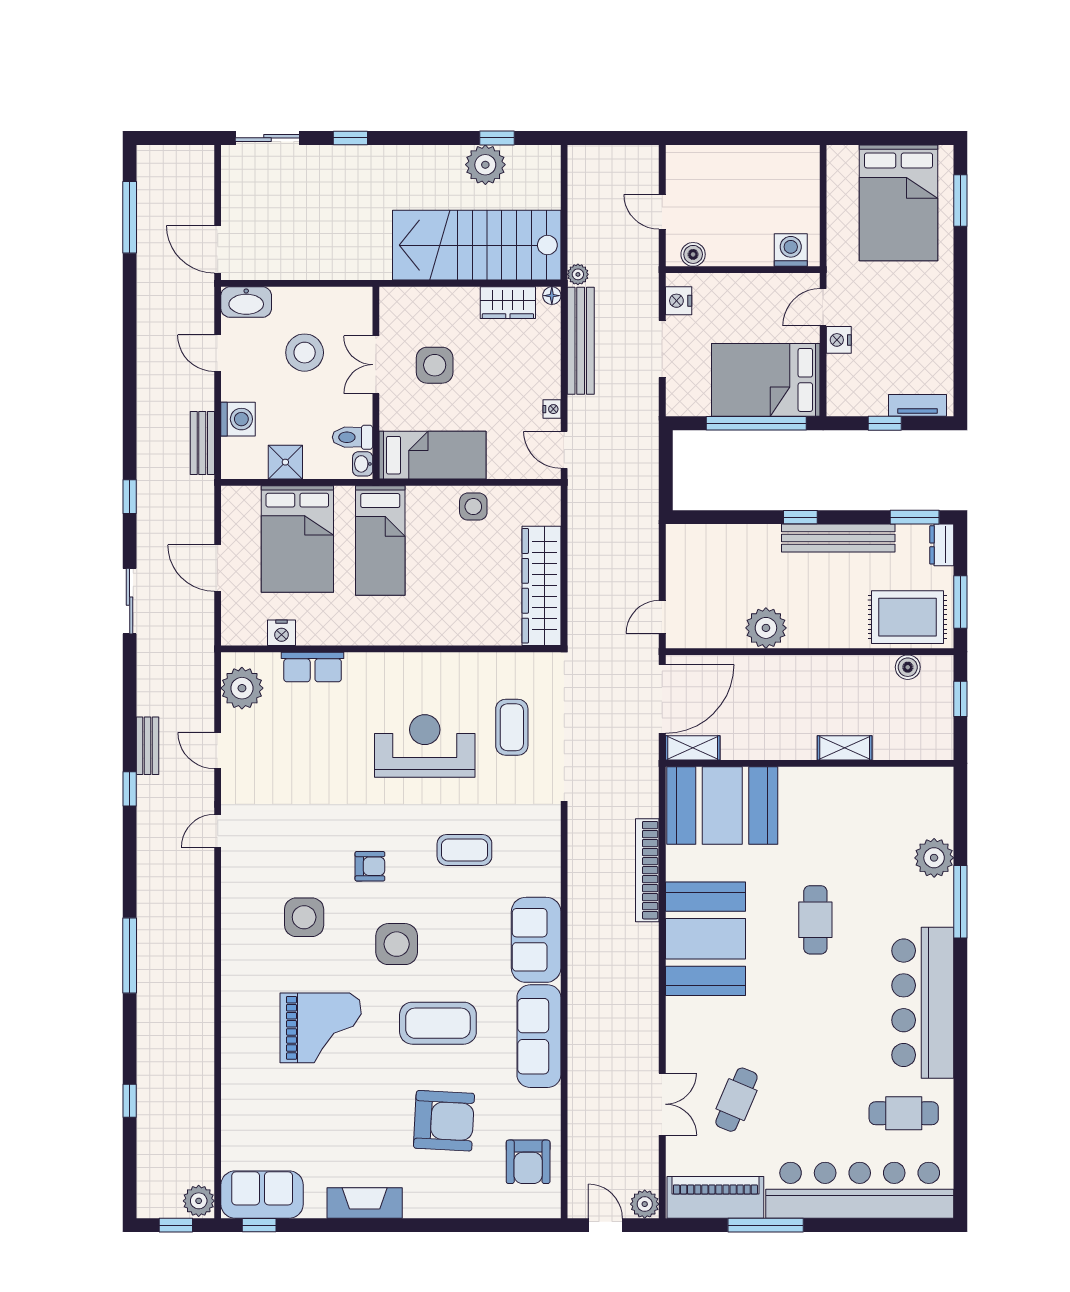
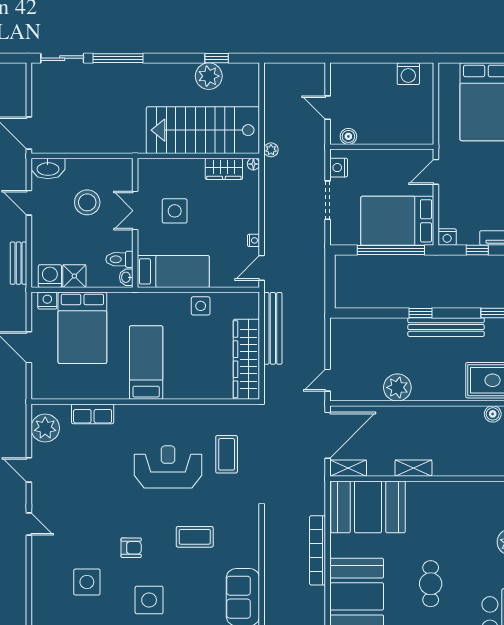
window: (350, 138) -> (118, 58), width x2.17
washing machine: (791, 250) -> (408, 74), moved, turned 180
nightstand: (839, 340) -> (447, 237), moved, turned -90
bench: (581, 341) -> (273, 328), moved
washing machine: (238, 419) -> (50, 276), moved, turned -90
door: (564, 450) -> (262, 268), hinge flipped
bed: (380, 541) -> (146, 363), moved, turned 180
nightstand: (282, 633) -> (47, 301), moved, turned 180
shelving: (845, 748) -> (413, 468), moved
door: (218, 831) -> (29, 524), swing flipped

